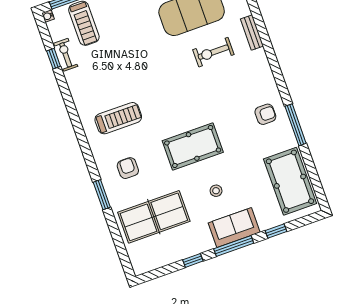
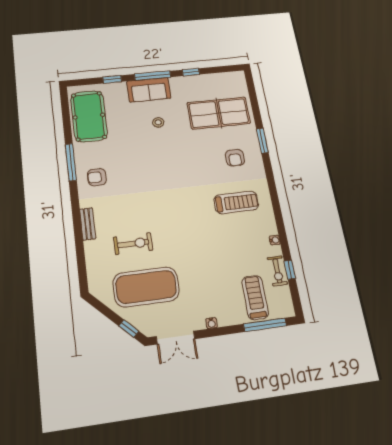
water cooler: (48, 16) -> (275, 240), moved
bench: (252, 33) -> (88, 224), moved
treadmill: (118, 118) -> (236, 202), turned 180
pool table: (193, 146) -> (171, 164), removed

